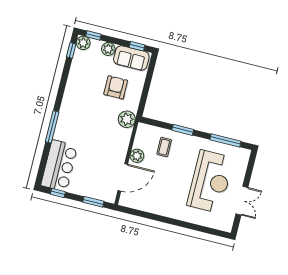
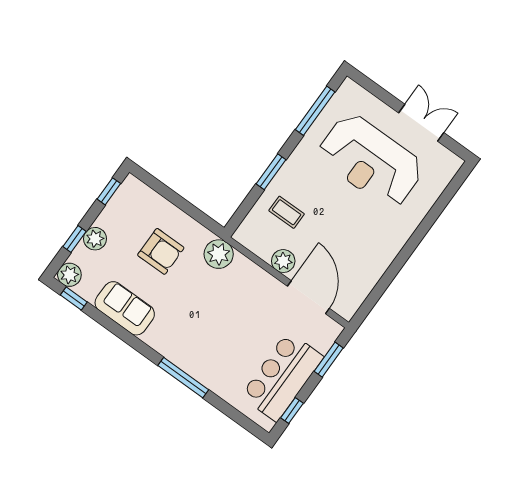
window: (93, 35) -> (75, 239), moved
sofa: (131, 58) -> (125, 308), moved, turned -90
armchair: (116, 87) -> (161, 251), turned 180
bar counter: (59, 166) -> (282, 377), moved, turned -90
reception desk: (210, 181) -> (371, 161), turned 180

